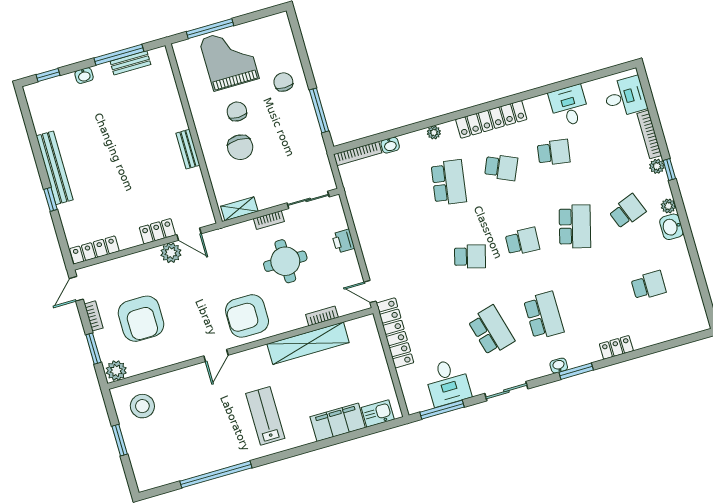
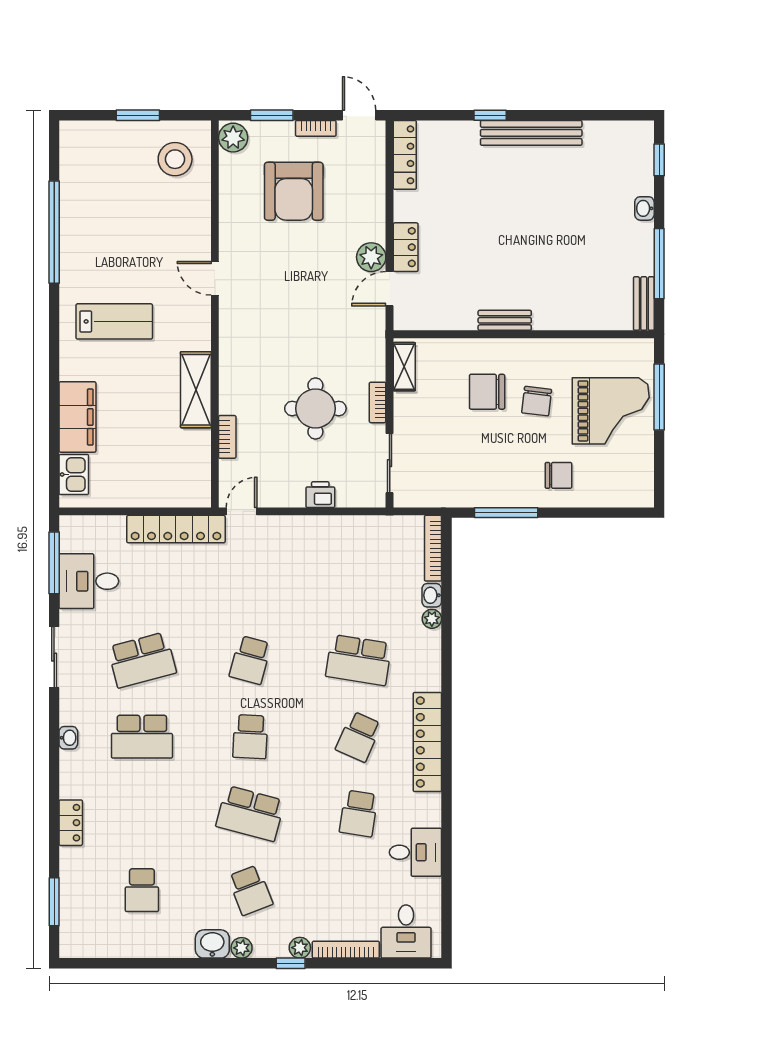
bench: (130, 63) -> (644, 304), moved
chair: (237, 112) -> (537, 401), turned 97
plant: (434, 133) -> (432, 619), moved
armchair: (247, 316) -> (256, 336), removed
armchair: (141, 319) -> (294, 191), turned -90
shelving: (308, 343) -> (196, 390), width x0.68
window: (576, 371) -> (54, 902), moved

